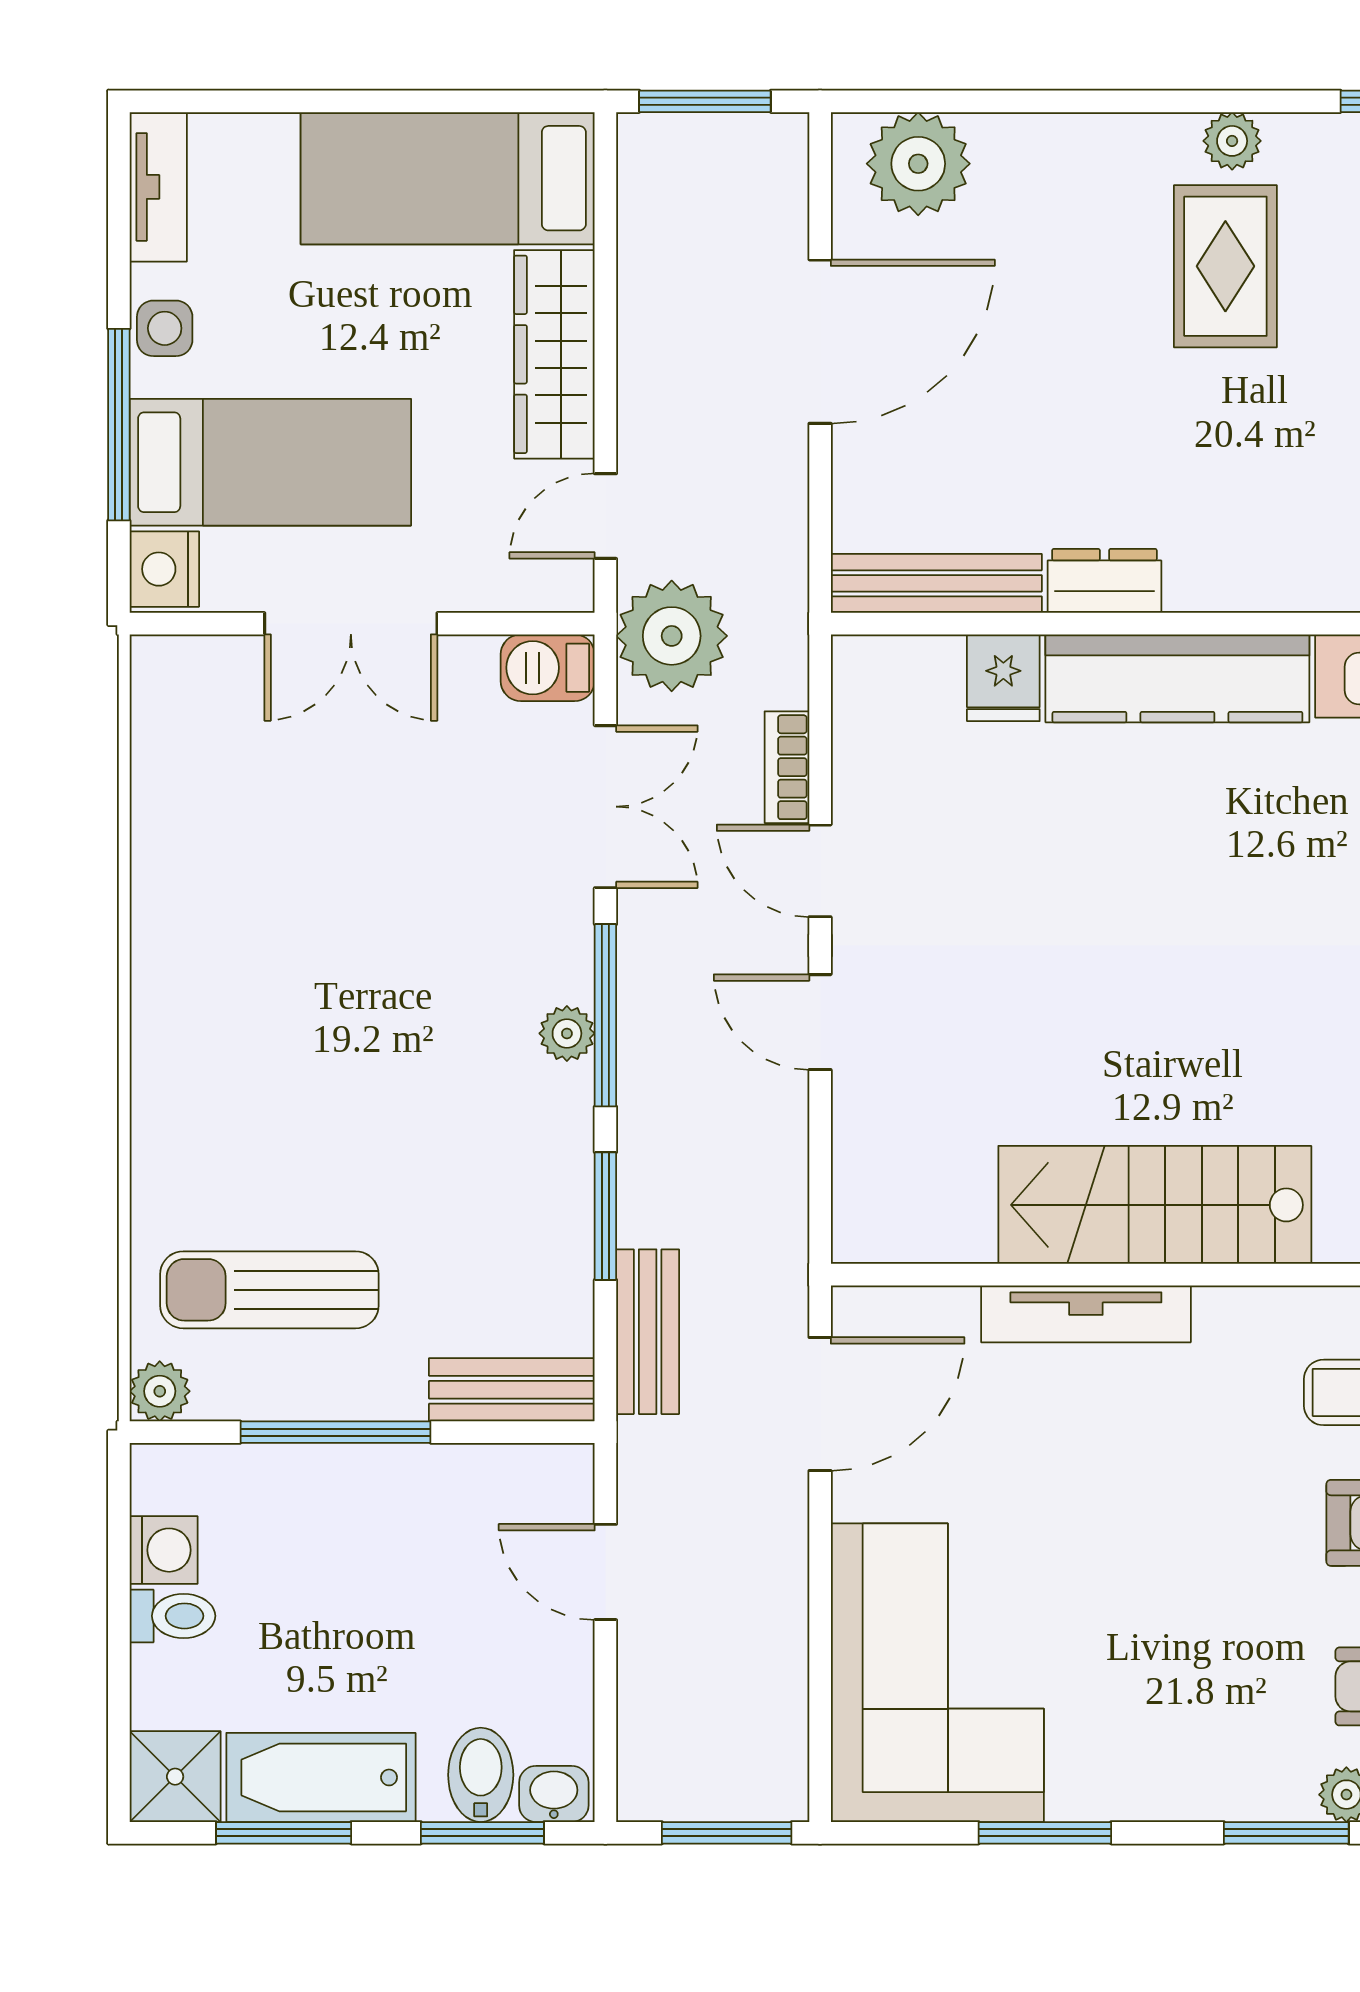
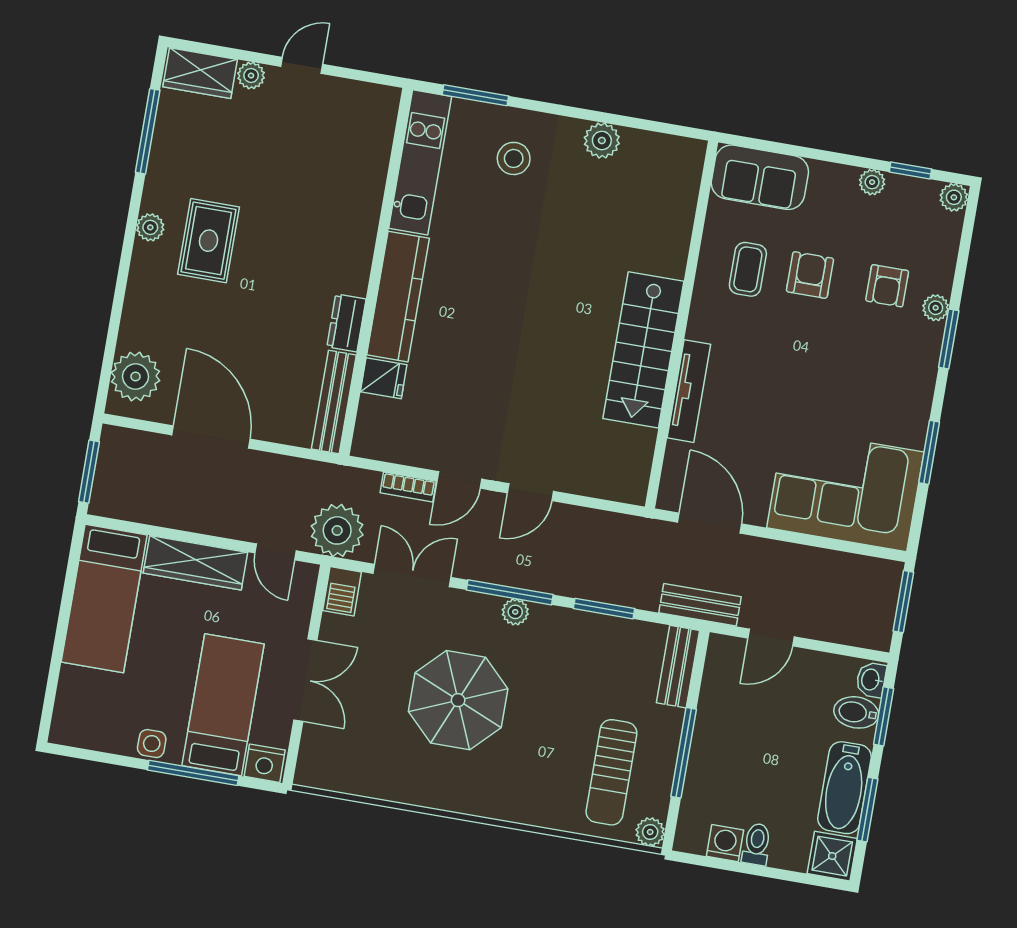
tv unit: (158, 187) -> (85, 735), removed
rug: (1225, 266) -> (209, 241), turned 90
parasol: (364, 947) -> (458, 700), added
bench: (648, 1332) -> (700, 605), moved

